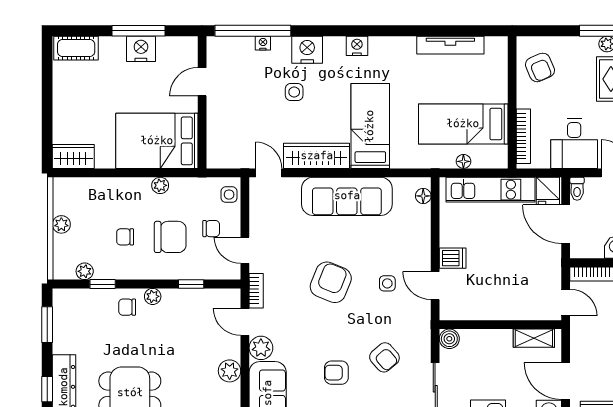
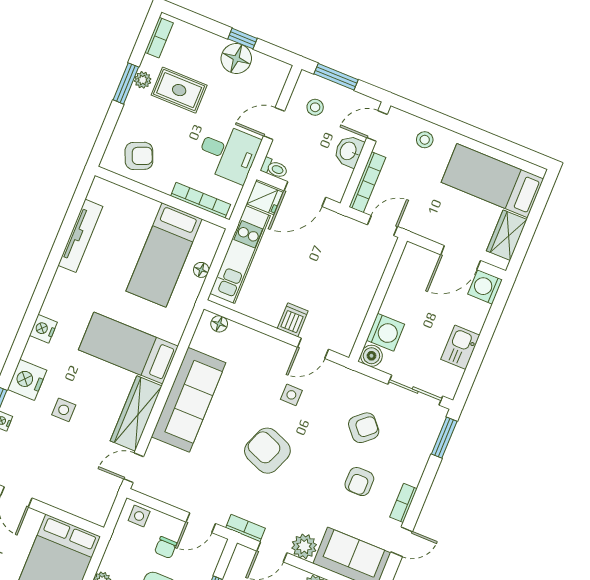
chair: (211, 229) -> (166, 548), turned 180
shelving: (534, 338) -> (405, 272), removed
washing machine: (475, 343) -> (386, 332), added

